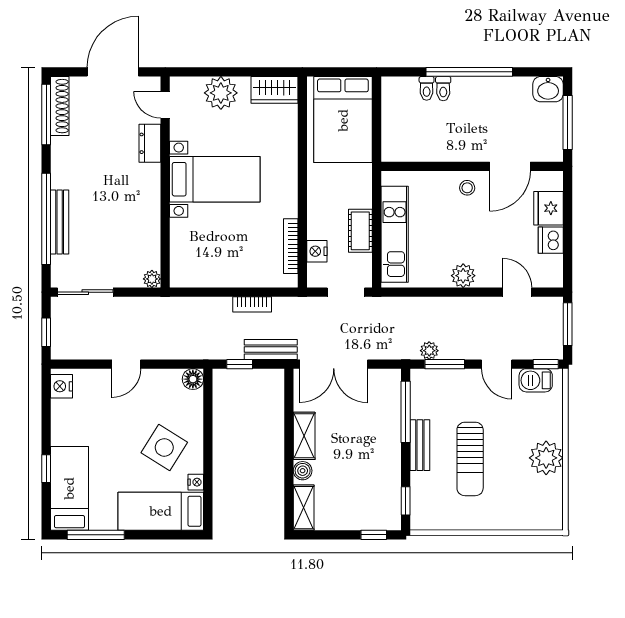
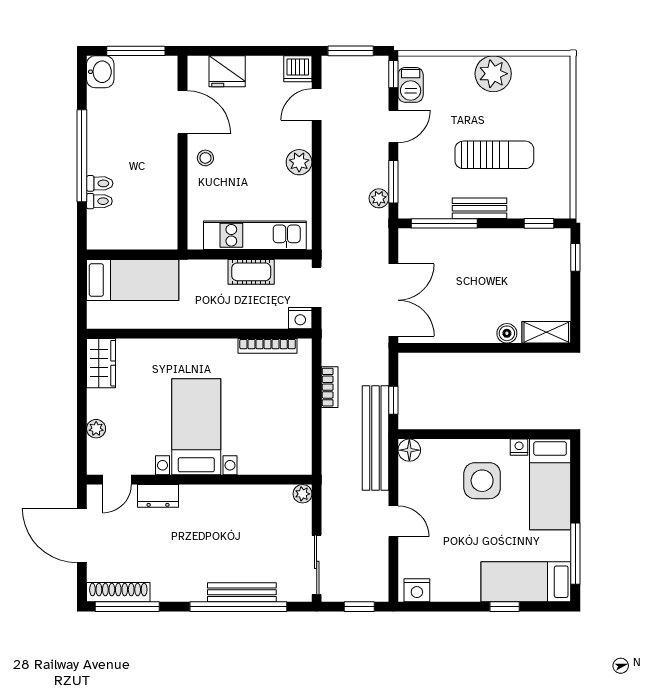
plant: (221, 93) -> (96, 429), width x0.53, depth x0.53
bed: (343, 120) -> (133, 280), width x0.67
dishwasher: (551, 240) -> (298, 69), moved
nightstand: (317, 251) -> (300, 318), moved
bench: (271, 350) -> (375, 438), moved, width x1.86, depth x1.21
shelving: (304, 436) -> (470, 332), removed
side table: (164, 447) -> (482, 481), turned -32

